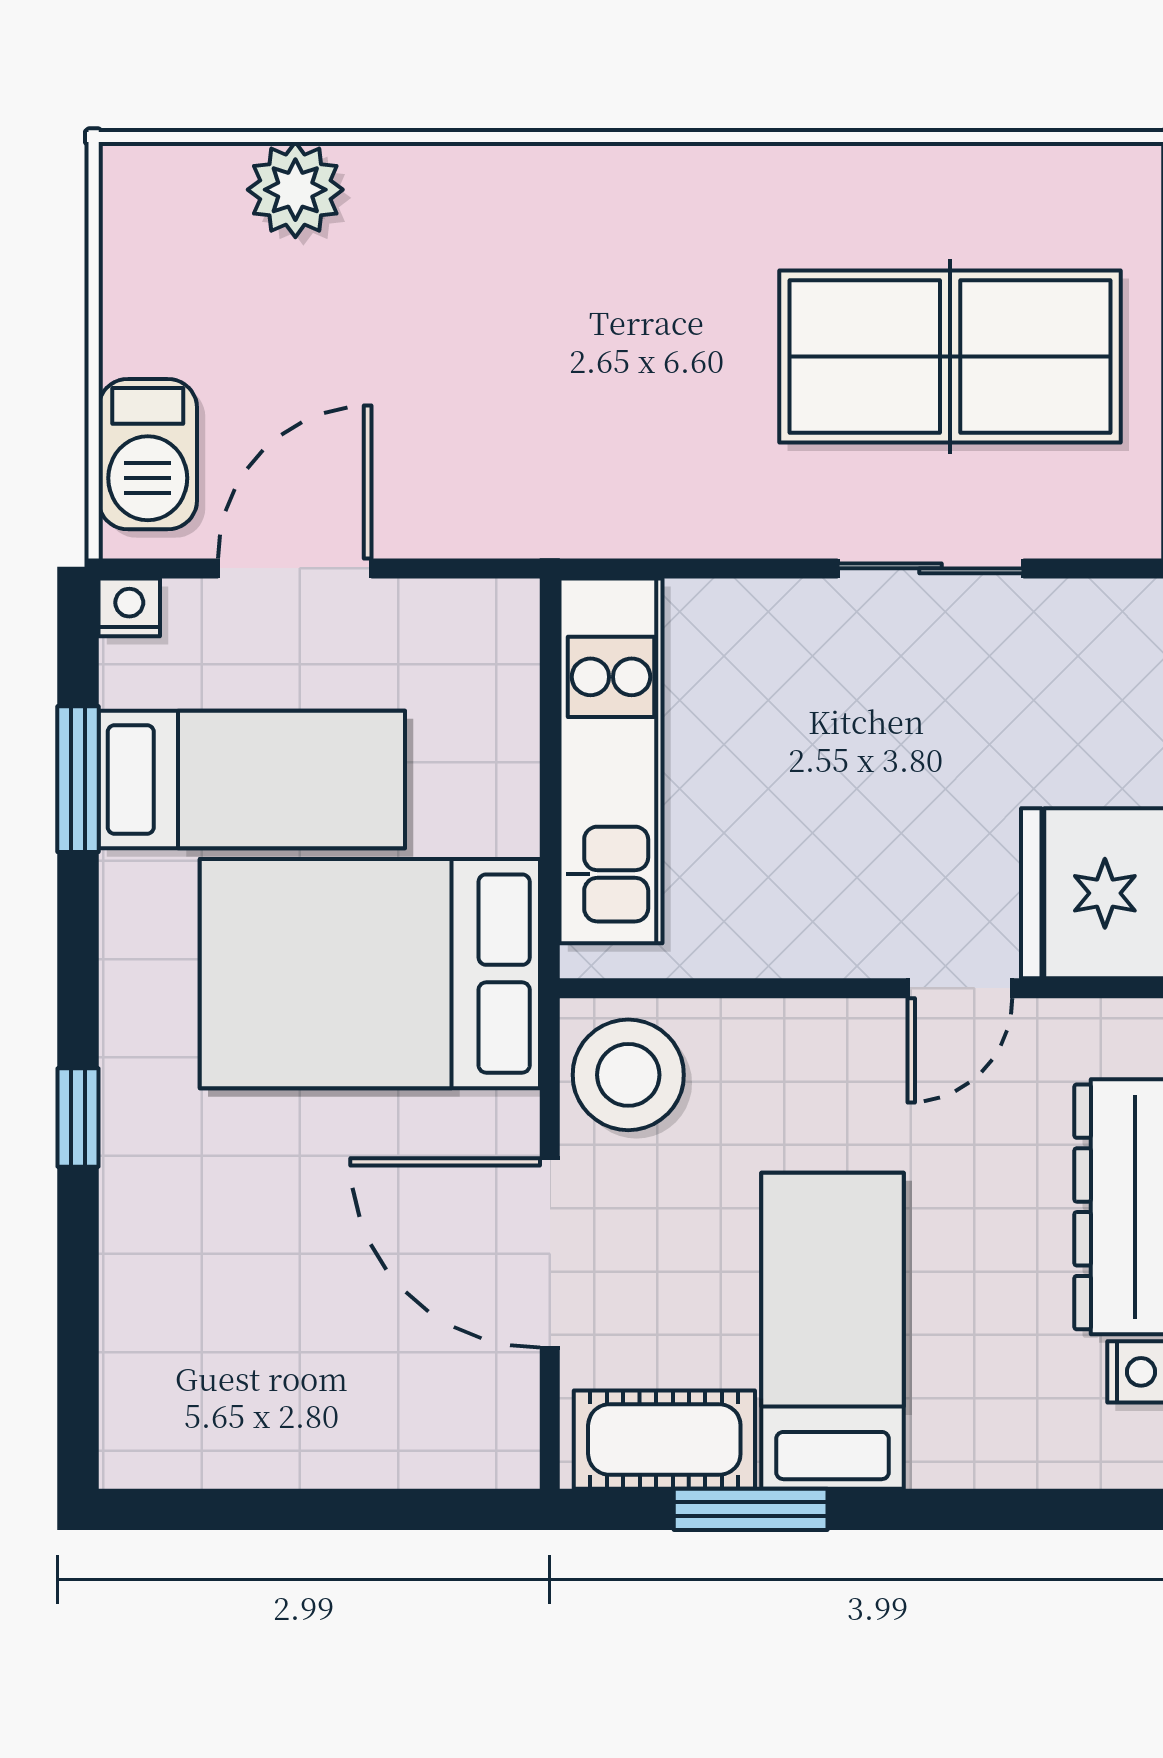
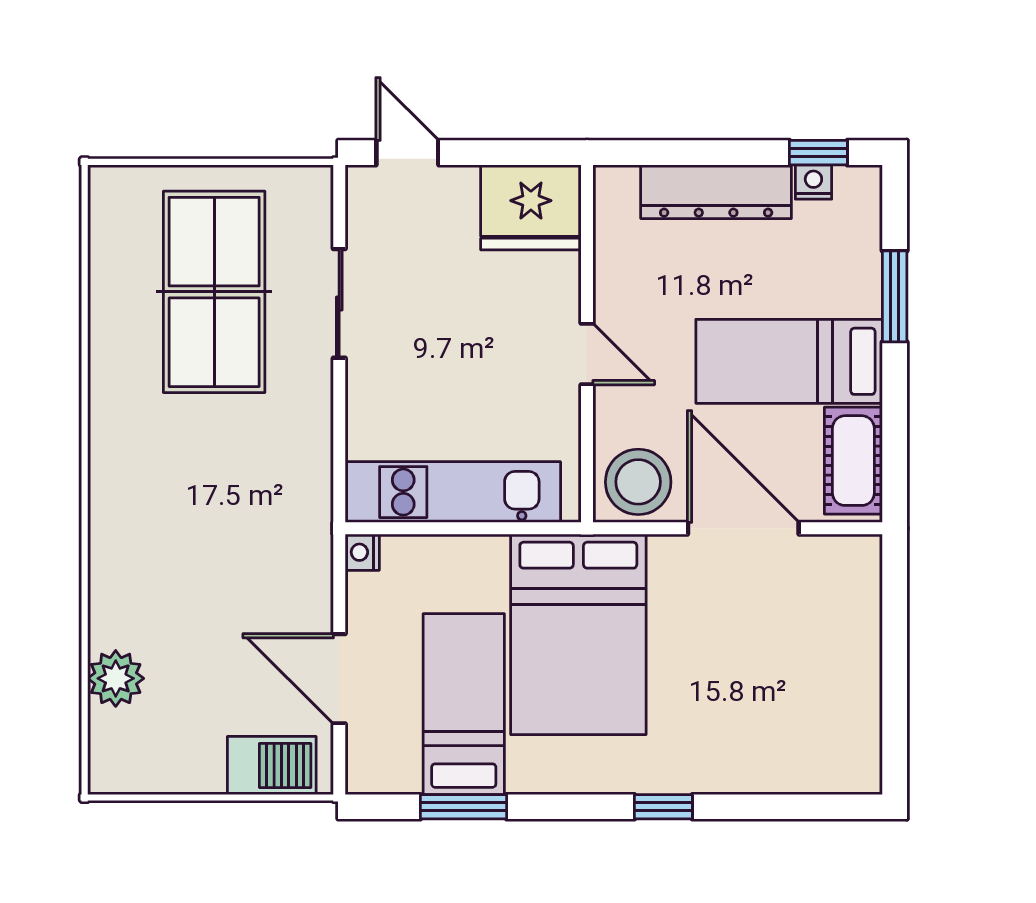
nightstand: (129, 607) -> (362, 552), moved
door: (960, 988) -> (587, 354), moved
door: (550, 1253) -> (743, 528), swing flipped
window: (751, 1509) -> (895, 296), moved

